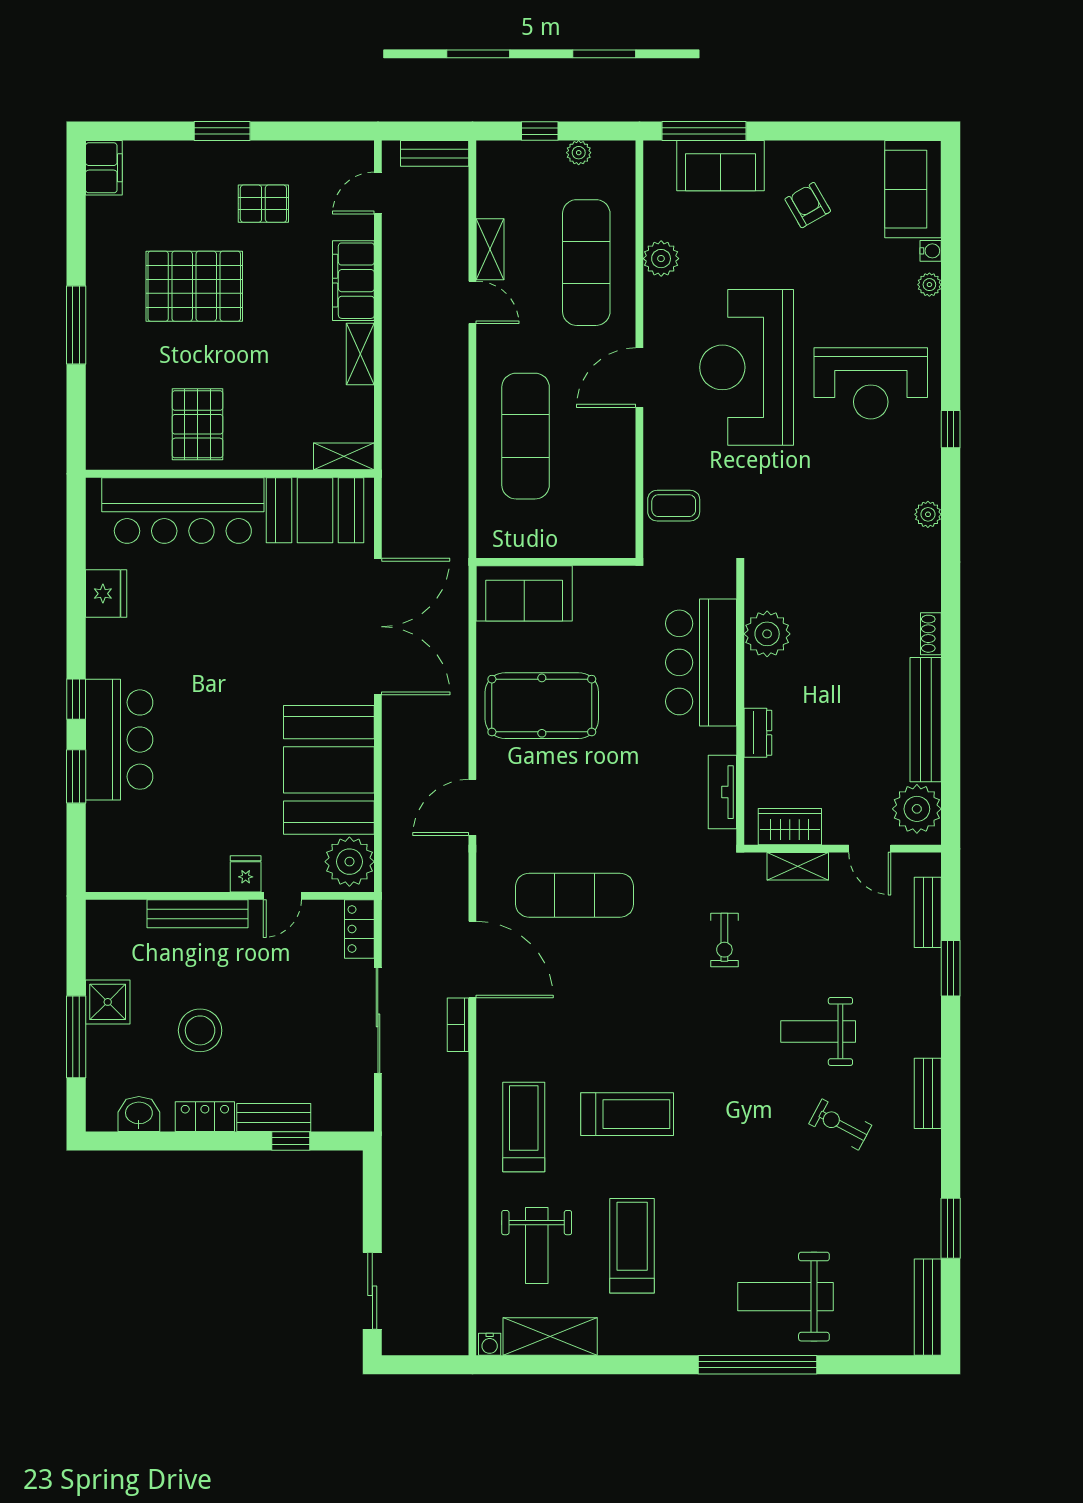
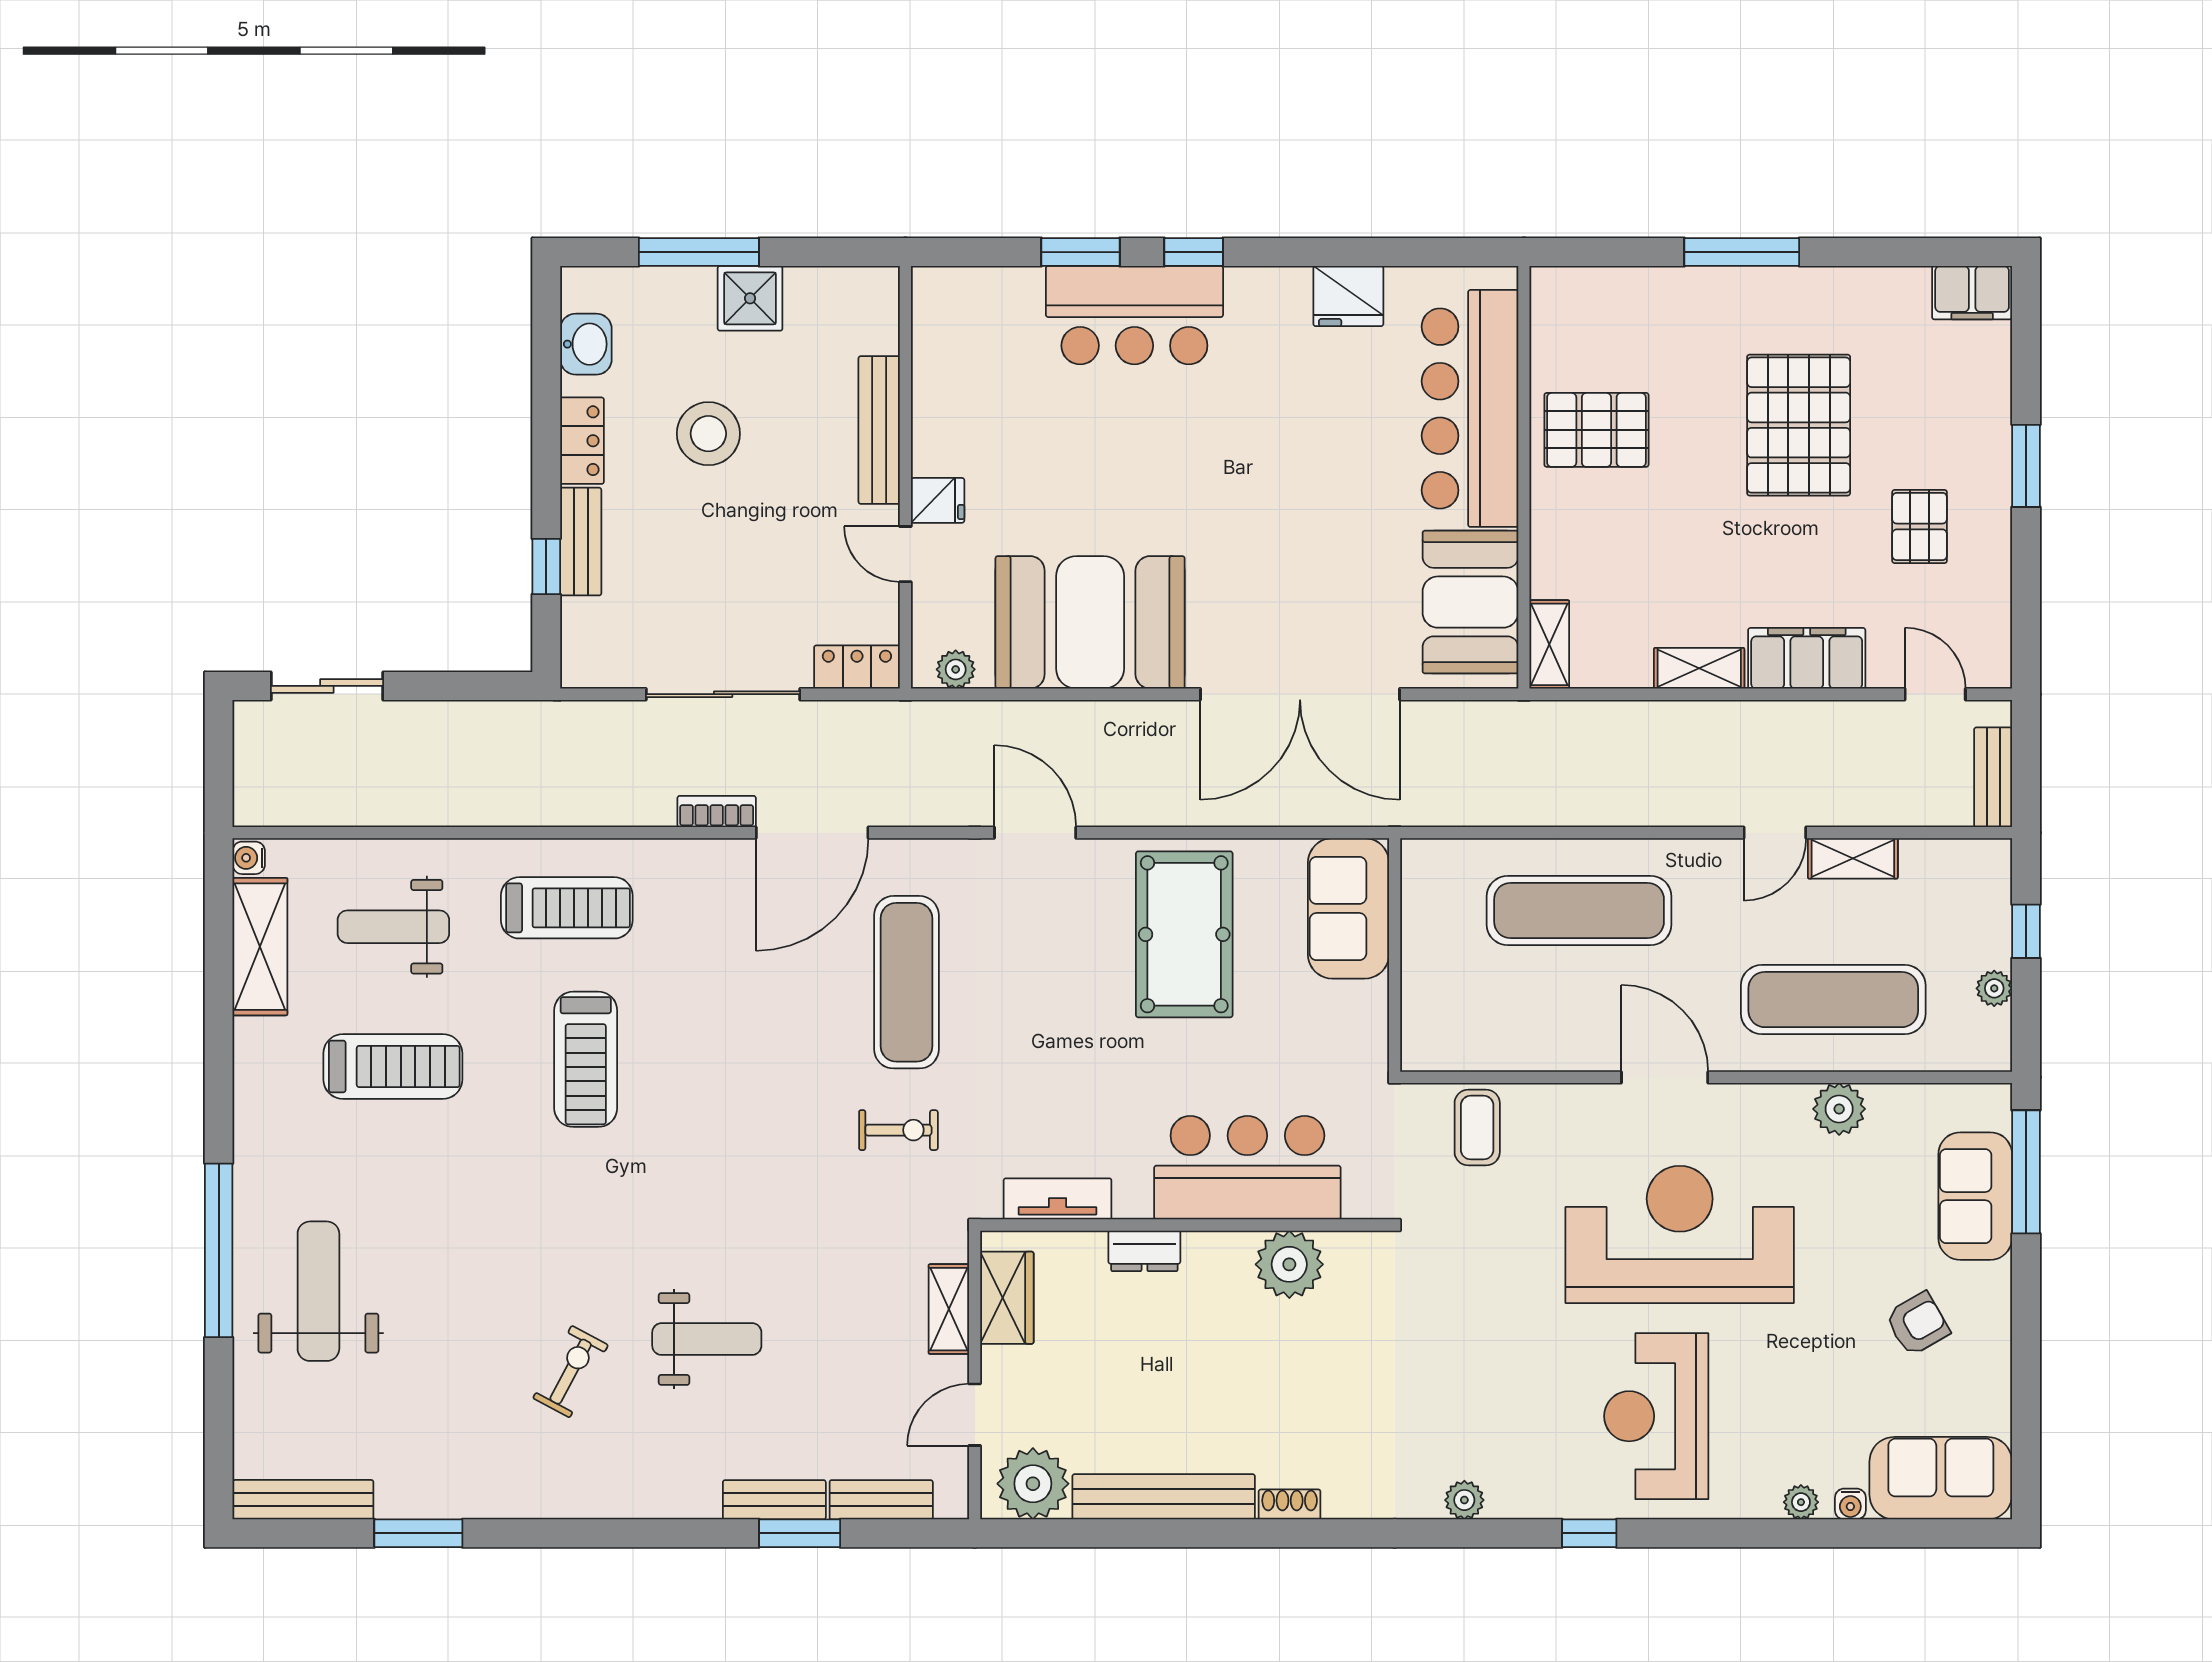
plant: (349, 862) -> (956, 669), width x0.53, depth x0.53
exercise bike: (724, 940) -> (898, 1130), moved, turned 180
weight bench: (818, 1031) -> (707, 1339), turned 90
bench: (928, 1093) -> (774, 1500), moved

